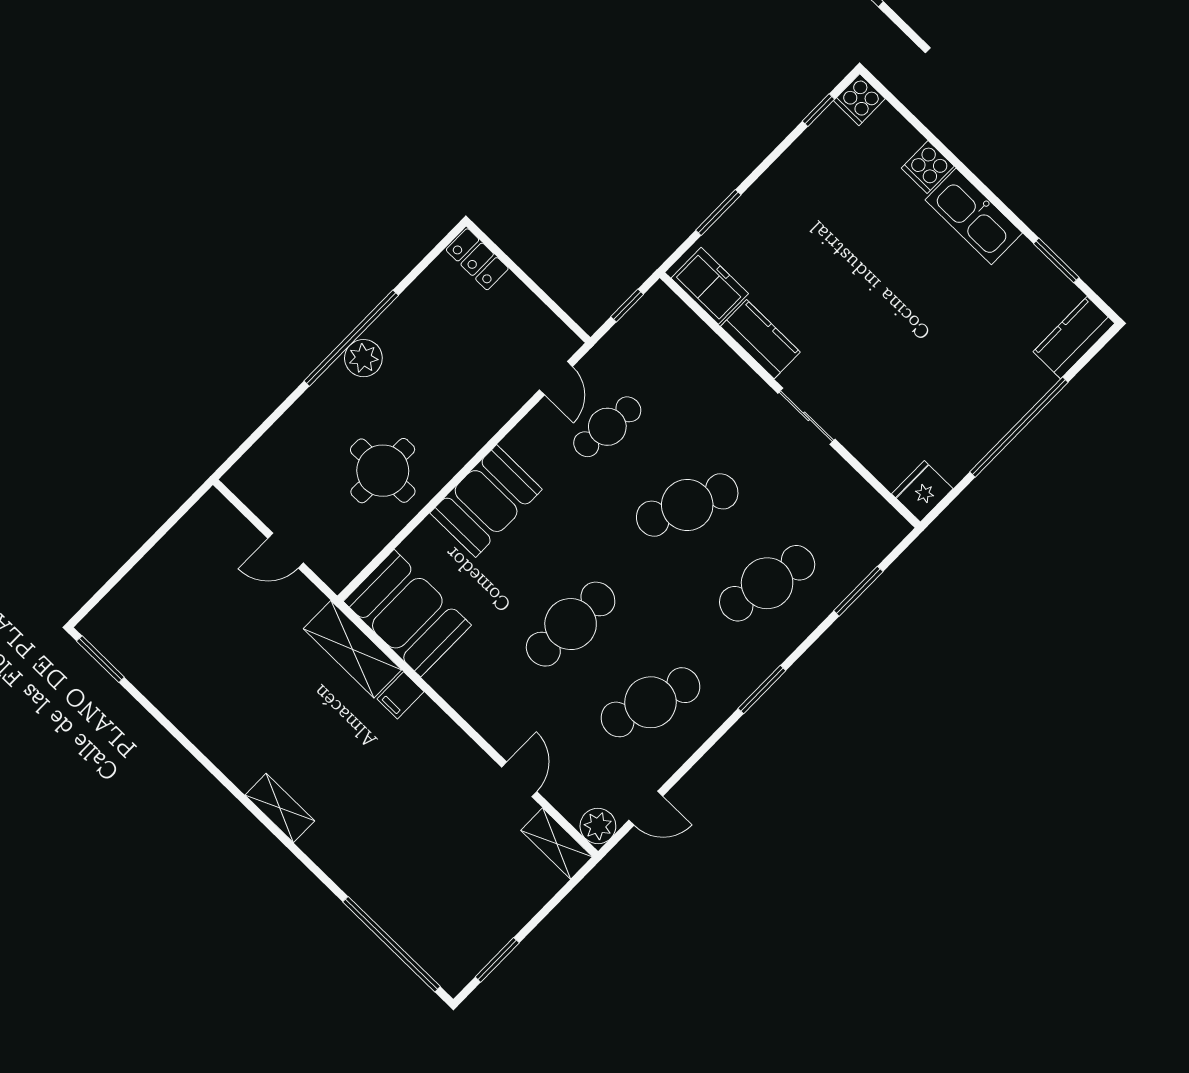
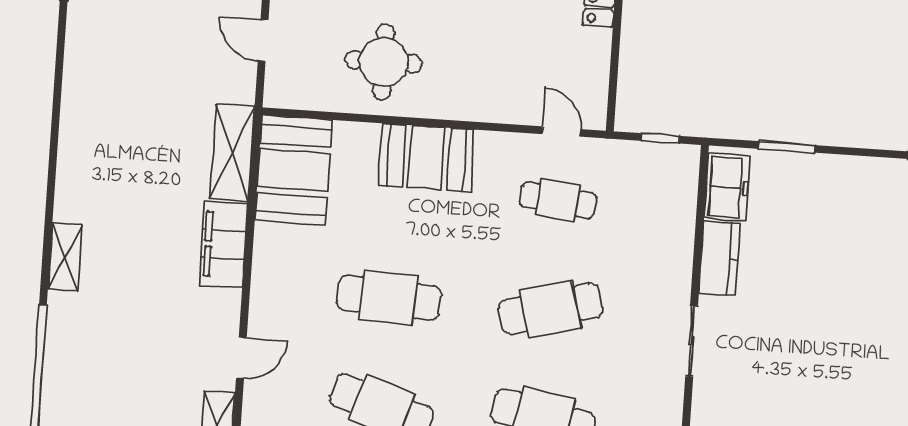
door: (556, 378) -> (561, 132), swing flipped
cafe table: (687, 505) -> (551, 309), turned -39
filing cabinet: (400, 695) -> (223, 245), width x3.00, depth x1.17
shelving: (280, 808) -> (65, 257), moved

